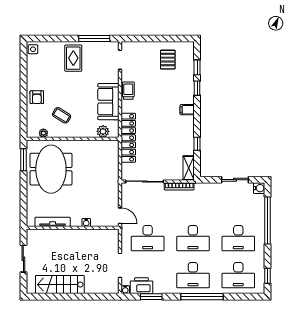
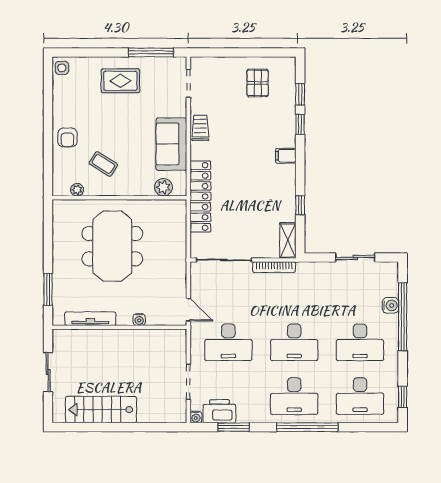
rug: (73, 58) -> (120, 81), turned 90
window: (23, 160) -> (48, 289), moved
meeting table: (51, 169) -> (112, 246), moved
water cooler: (259, 188) -> (390, 305), moved

